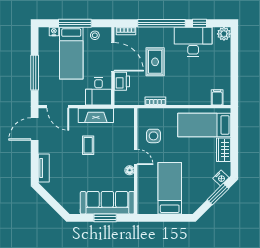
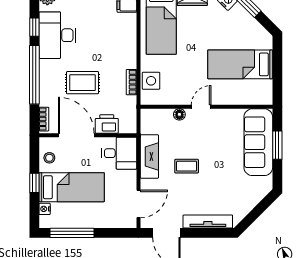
window: (75, 23) -> (34, 183), width x0.46
door: (113, 57) -> (76, 135), hinge flipped
window: (35, 73) -> (72, 233), moved
side table: (153, 136) -> (151, 81), moved
tv unit: (44, 168) -> (208, 222), width x1.41
floor lamp: (130, 170) -> (179, 114), moved

